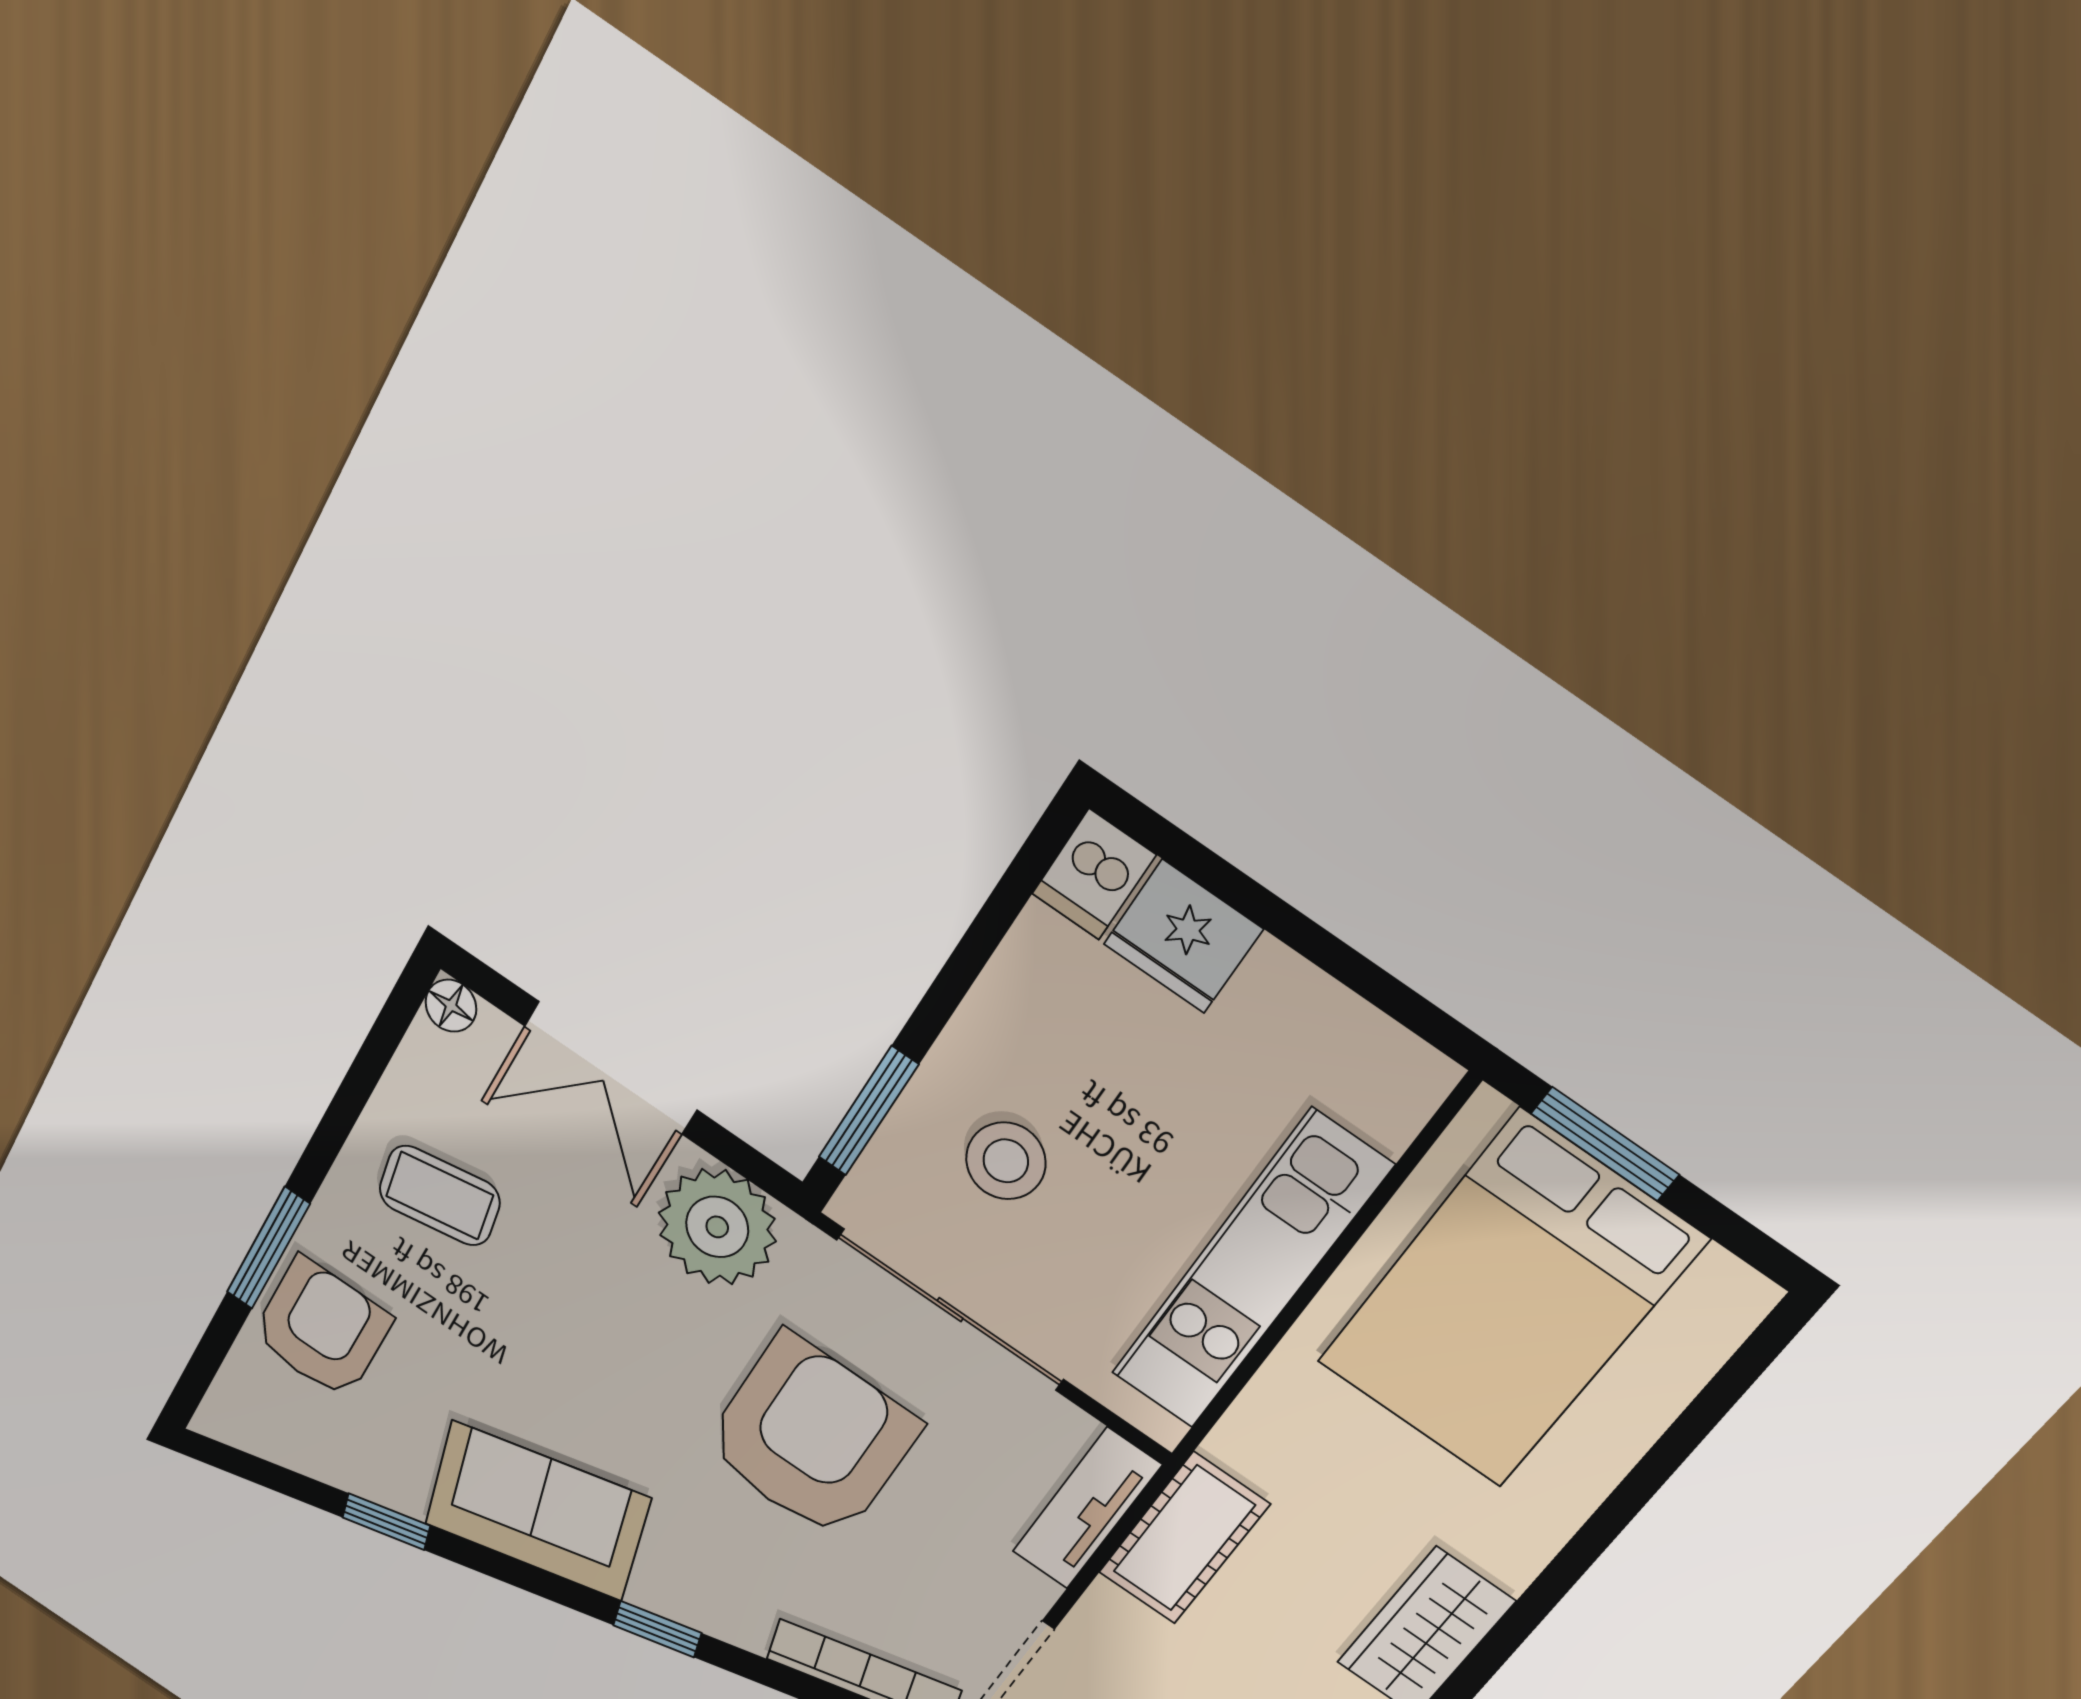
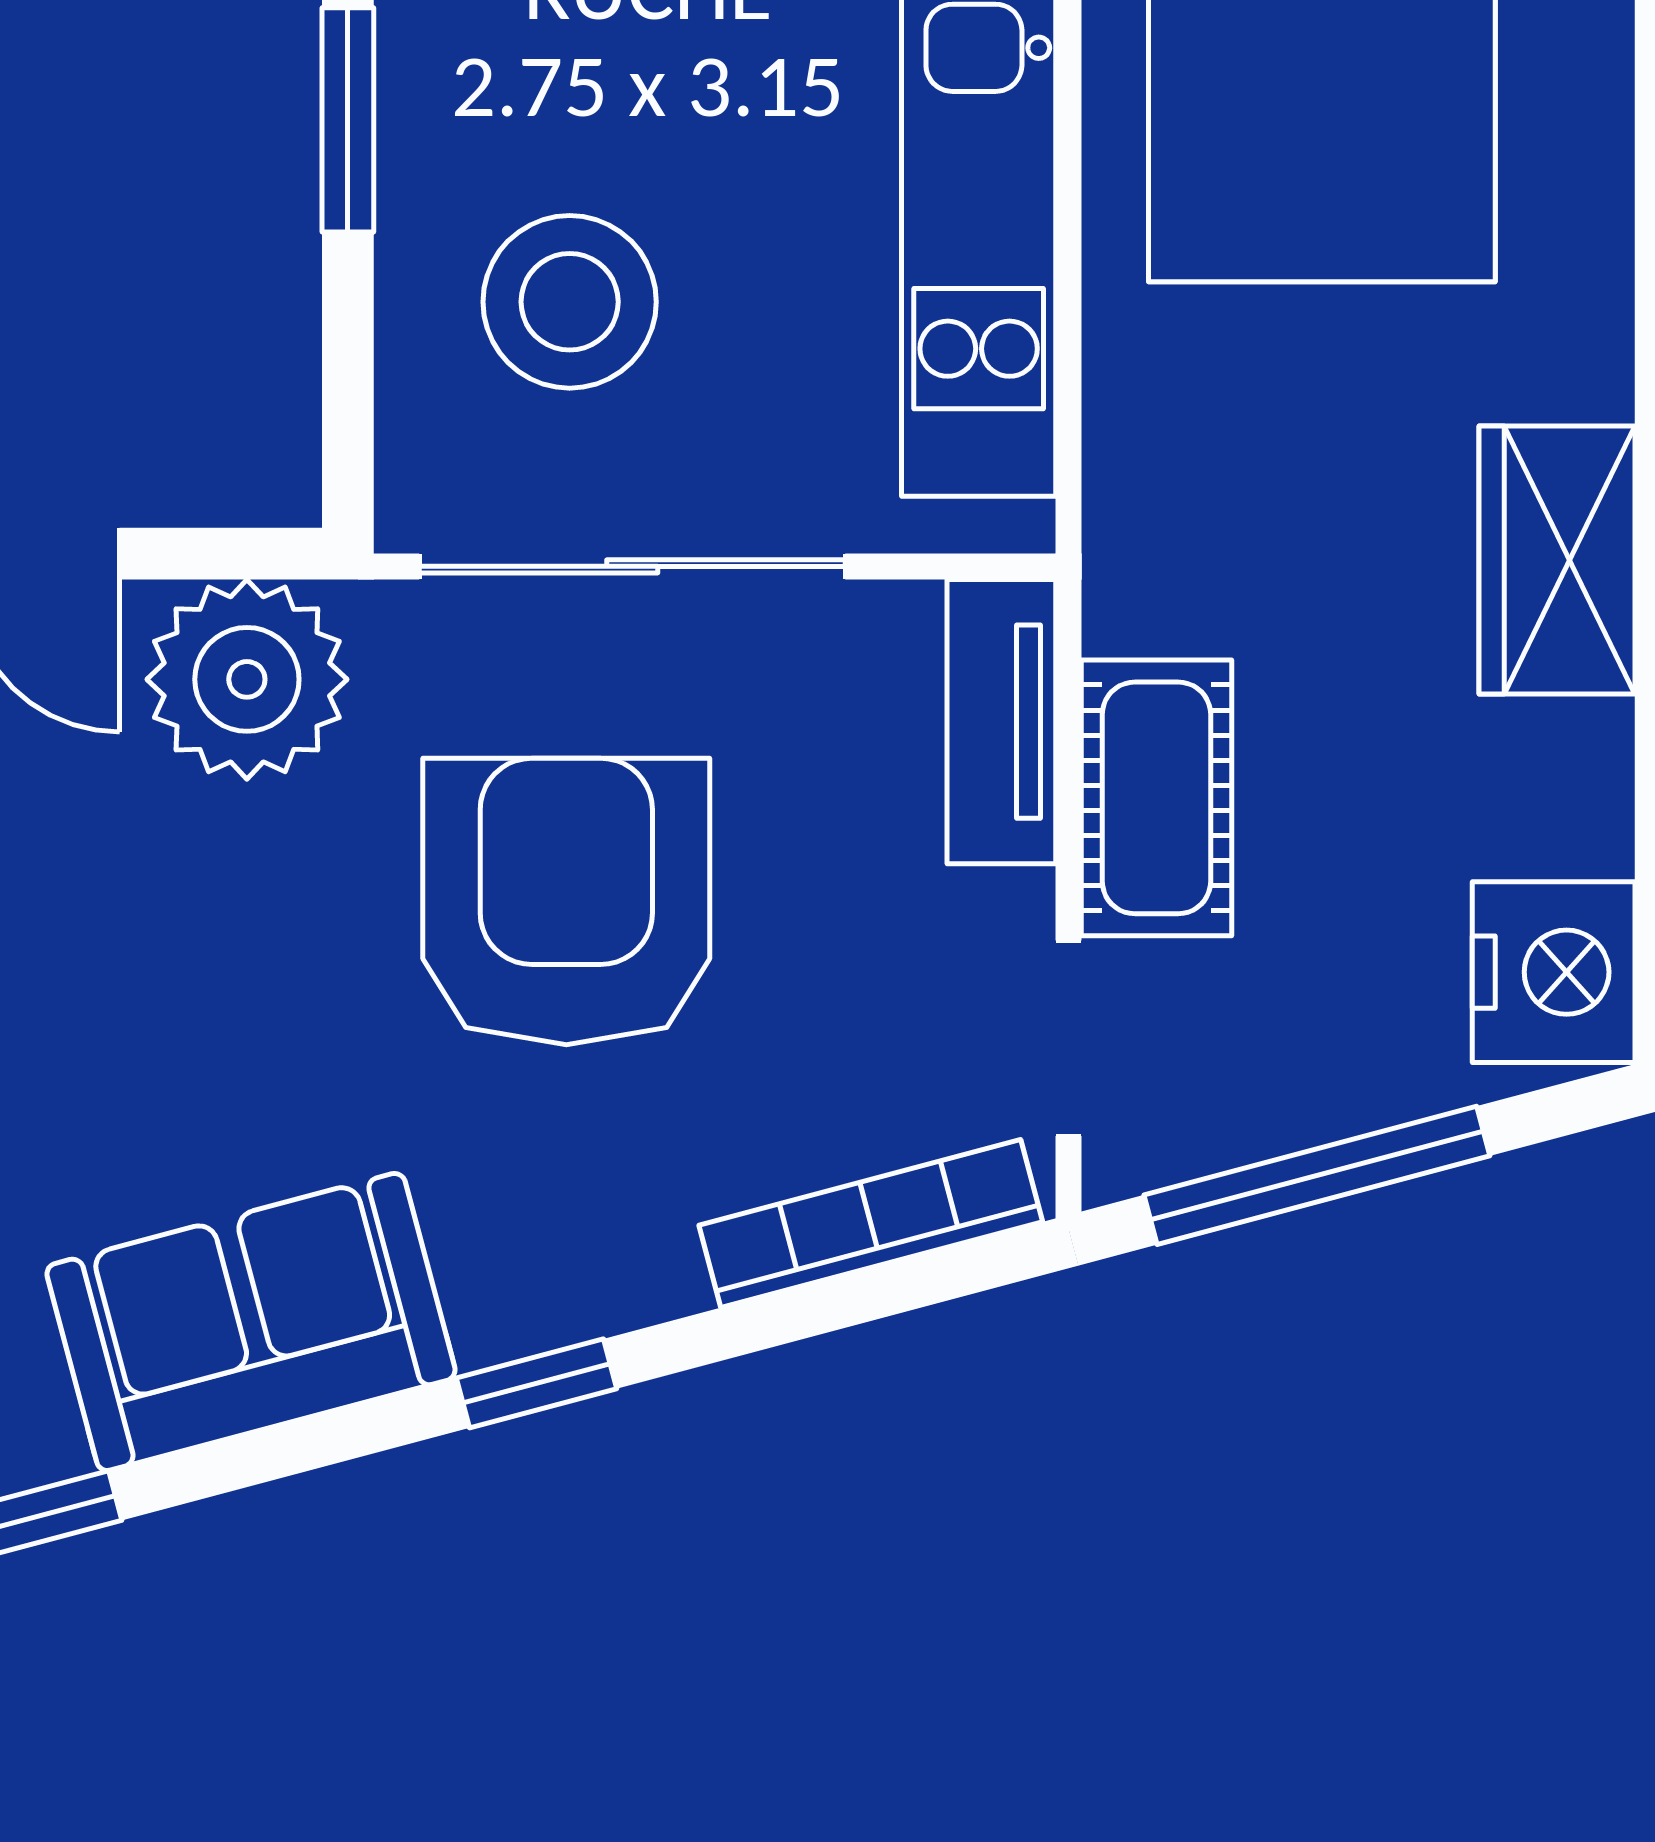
window: (868, 1111) -> (348, 120), moved
stool: (1006, 1161) -> (570, 302), width x1.38, depth x1.38
cot: (1184, 1538) -> (1156, 798), moved

